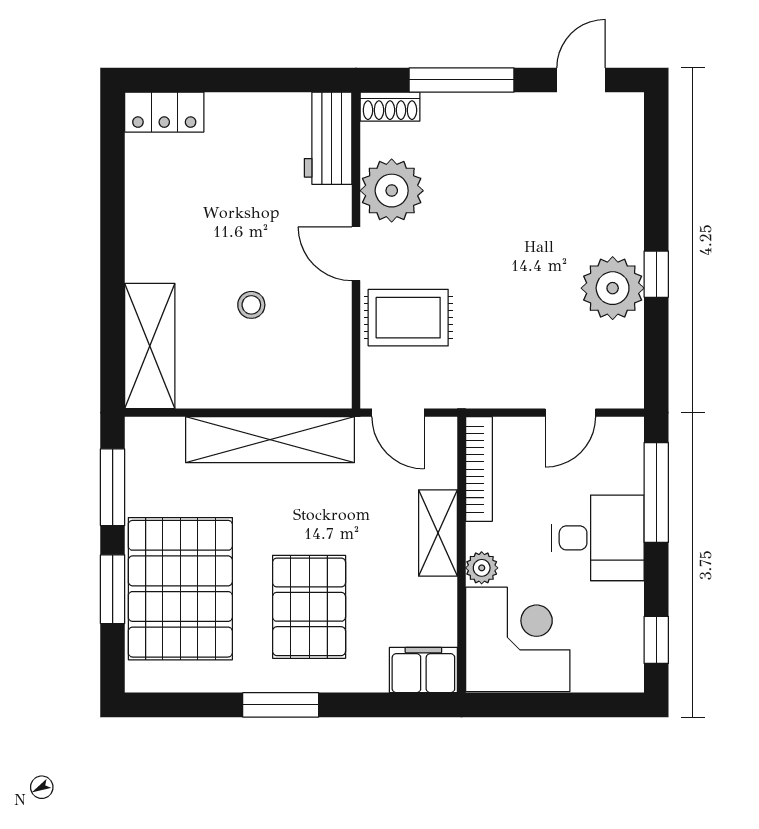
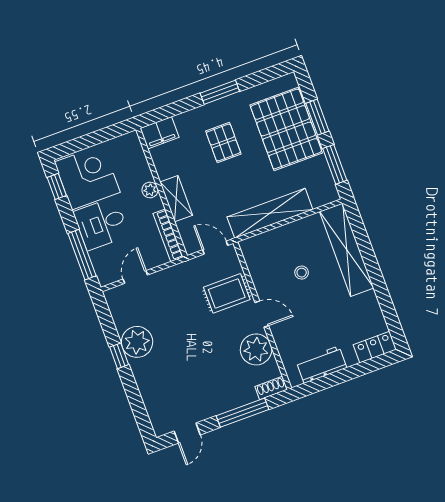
workbench: (328, 138) -> (321, 365), moved, turned -90
shelving: (150, 346) -> (347, 250), width x1.47
pallet: (309, 607) -> (223, 142), width x0.67, depth x0.71
corner desk: (518, 639) -> (87, 177), moved, turned 180

